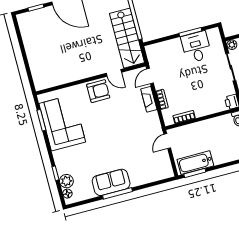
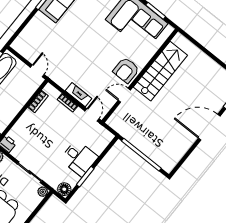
floor lamp: (214, 34) -> (64, 189), added
stairs: (127, 38) -> (160, 71), moved, turned 90
desk: (196, 47) -> (79, 158), moved

